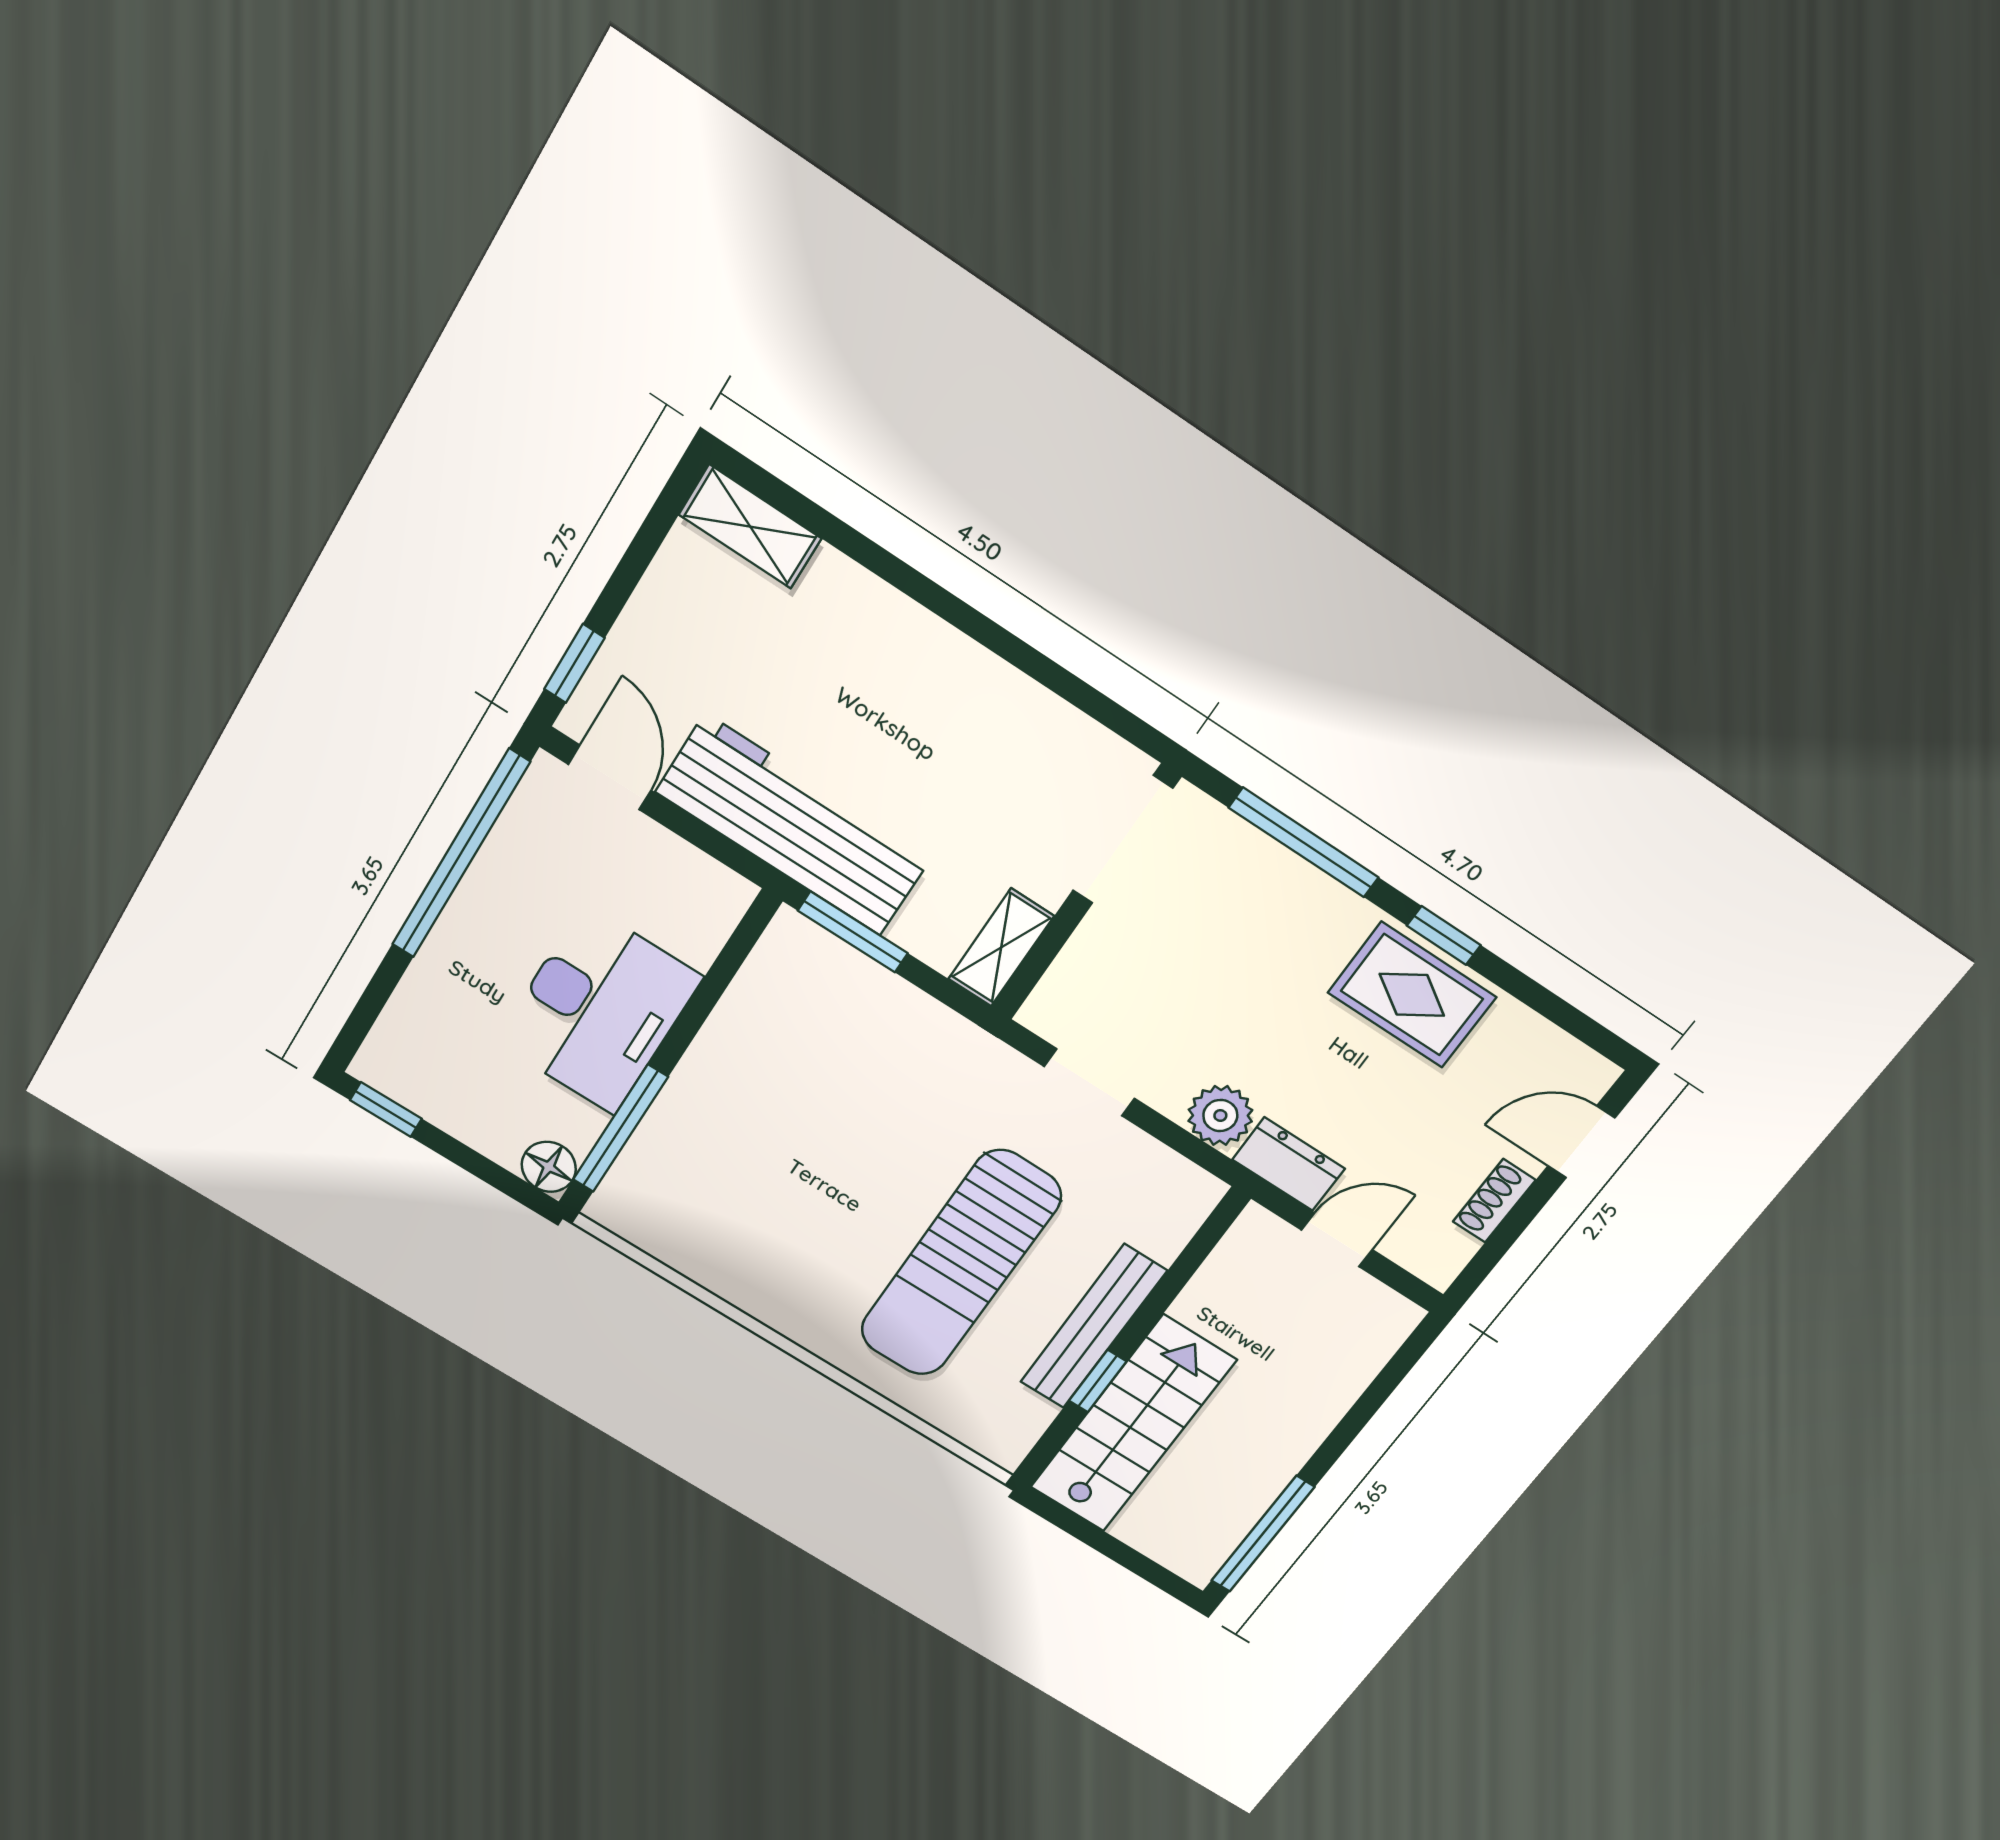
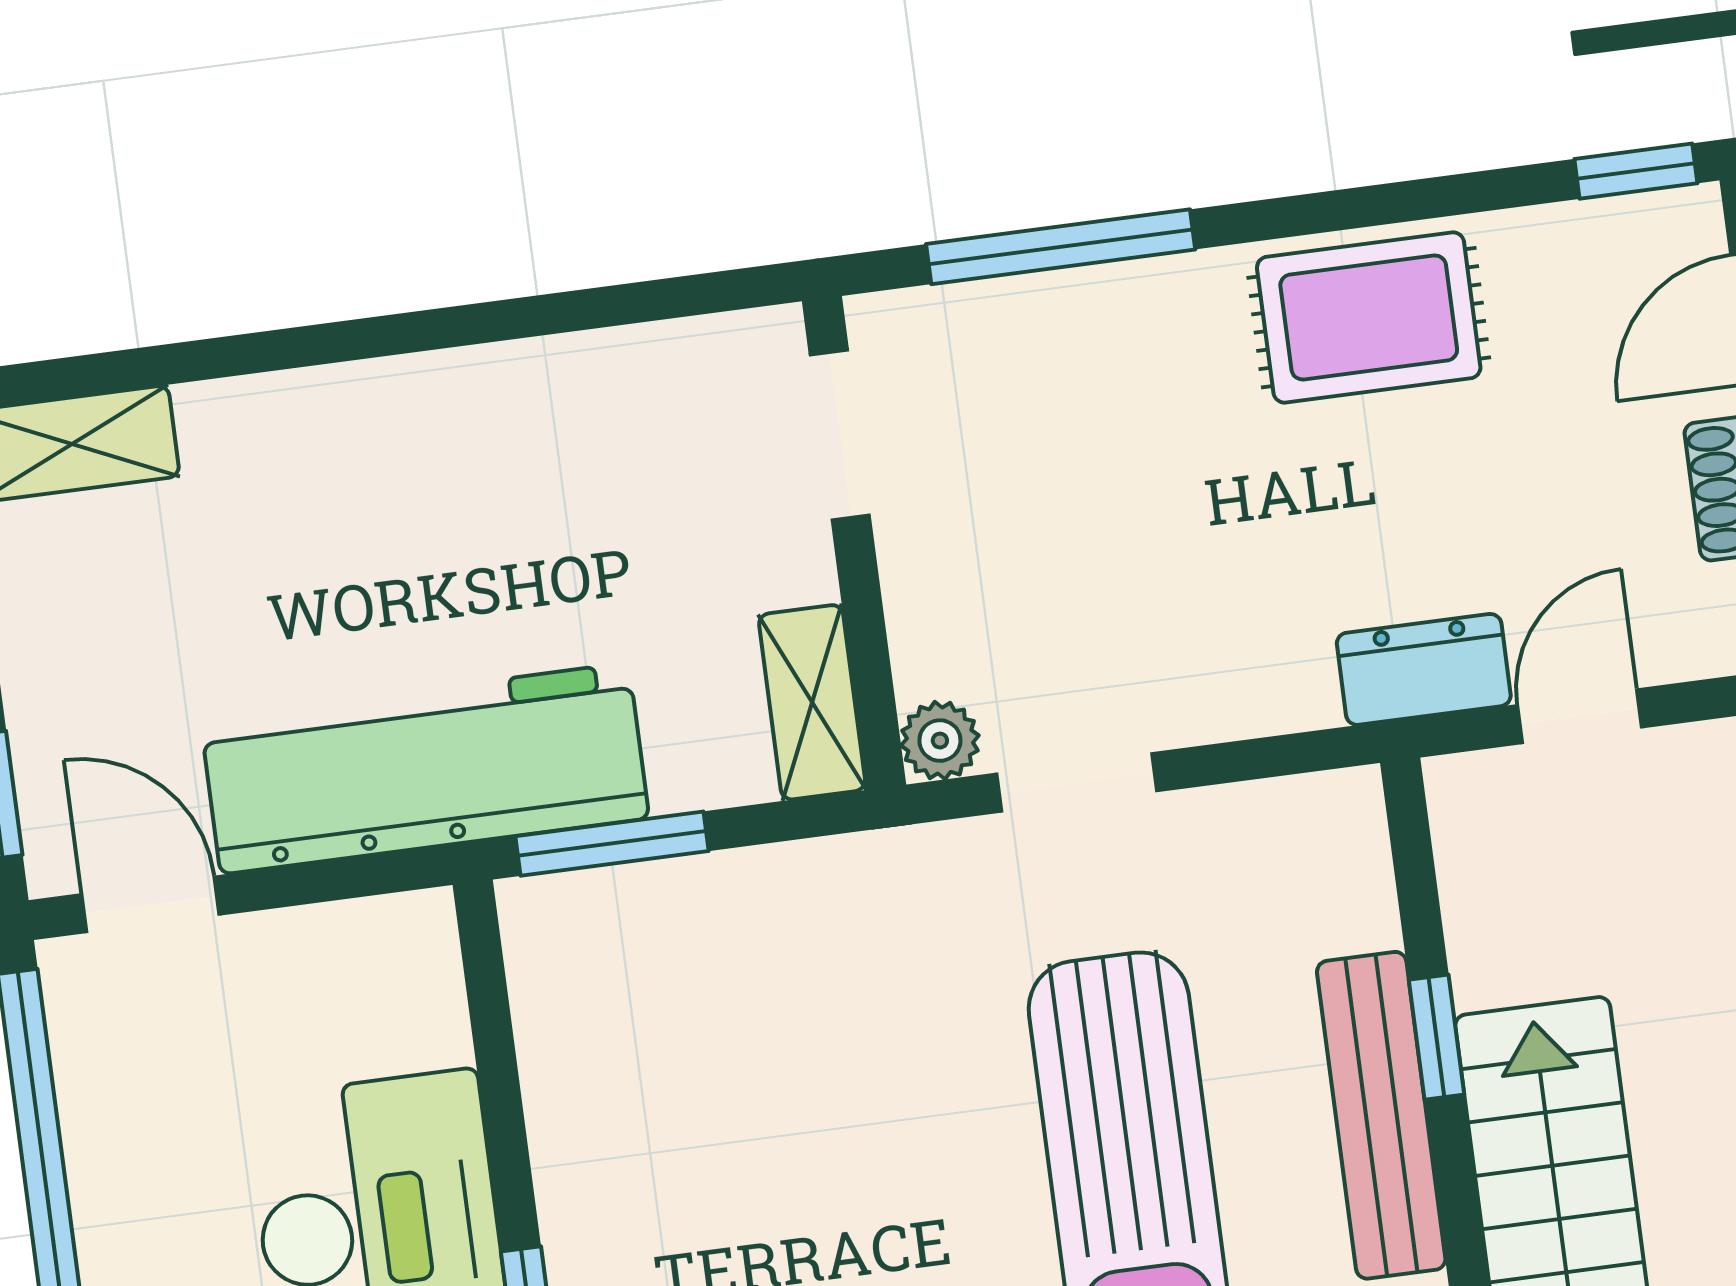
doorway: (1123, 840) -> (840, 435), width x0.73
window: (1444, 935) -> (1636, 171), moved
plant: (1220, 1116) -> (940, 741), moved, width x0.73, depth x0.73
window: (1098, 1381) -> (1437, 1037), moved

